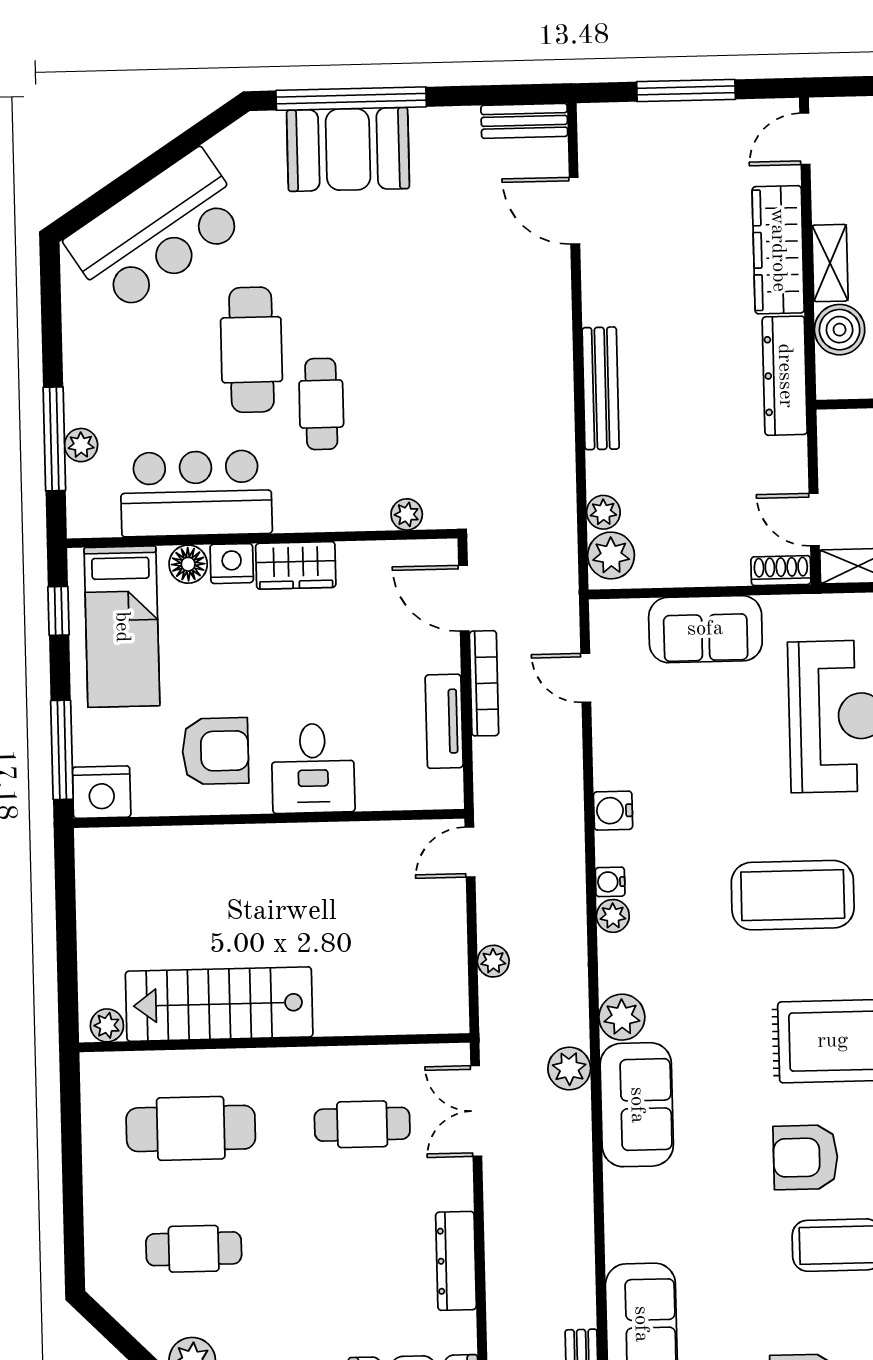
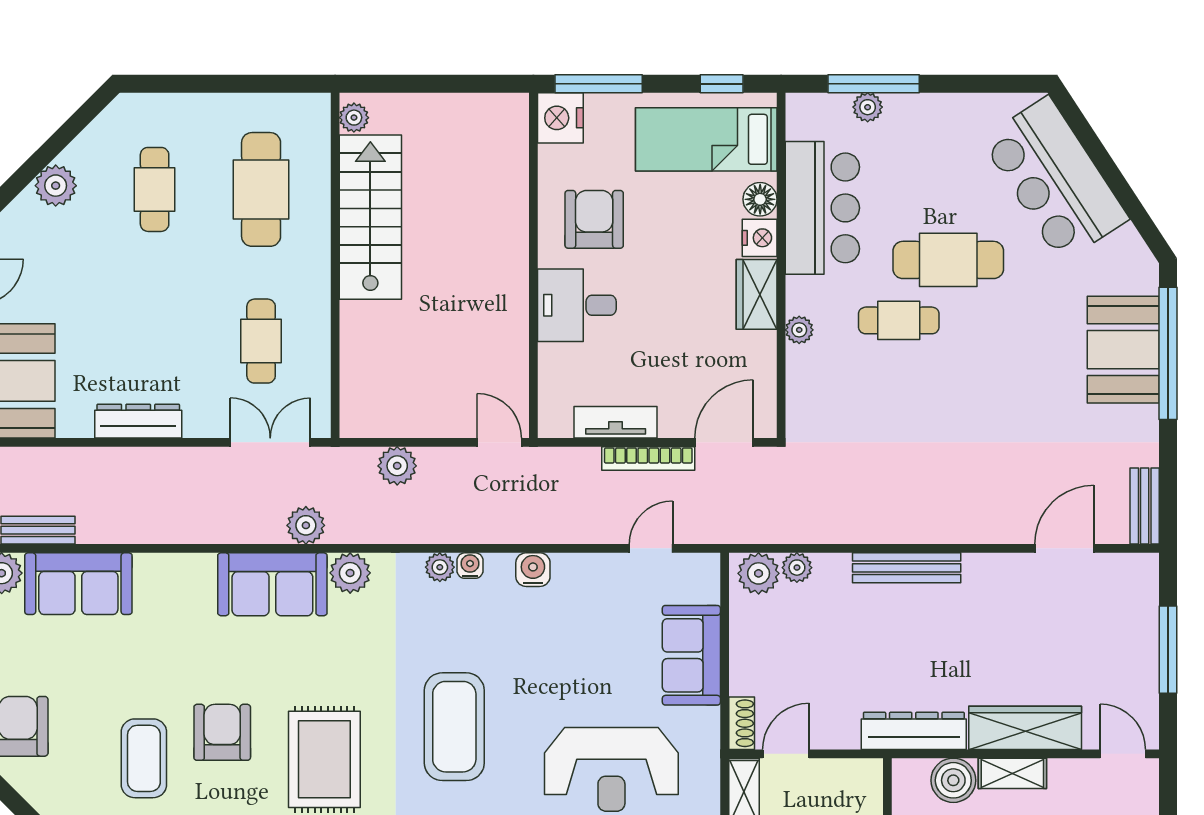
plant: (407, 514) -> (799, 330), moved
armchair: (215, 751) -> (594, 219), turned 180
plant: (493, 961) -> (397, 466), width x1.38, depth x1.38

